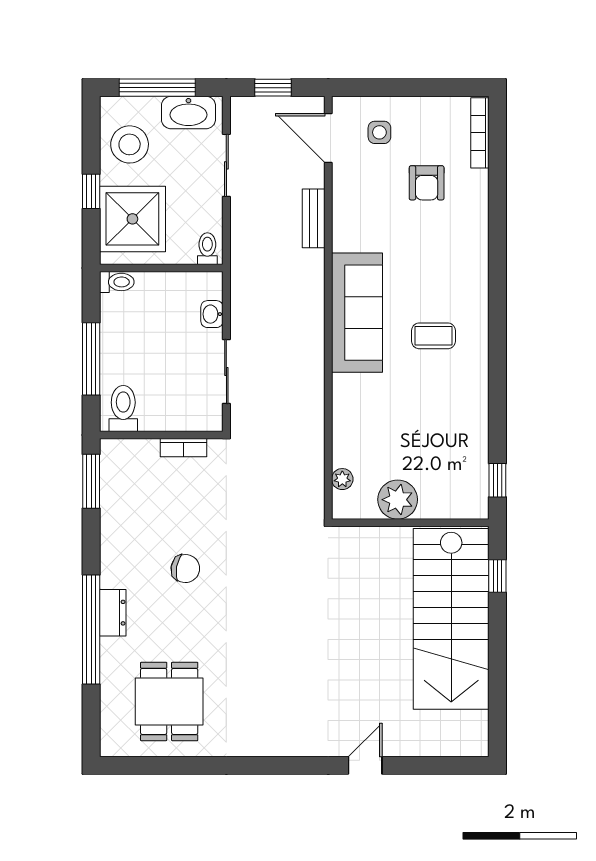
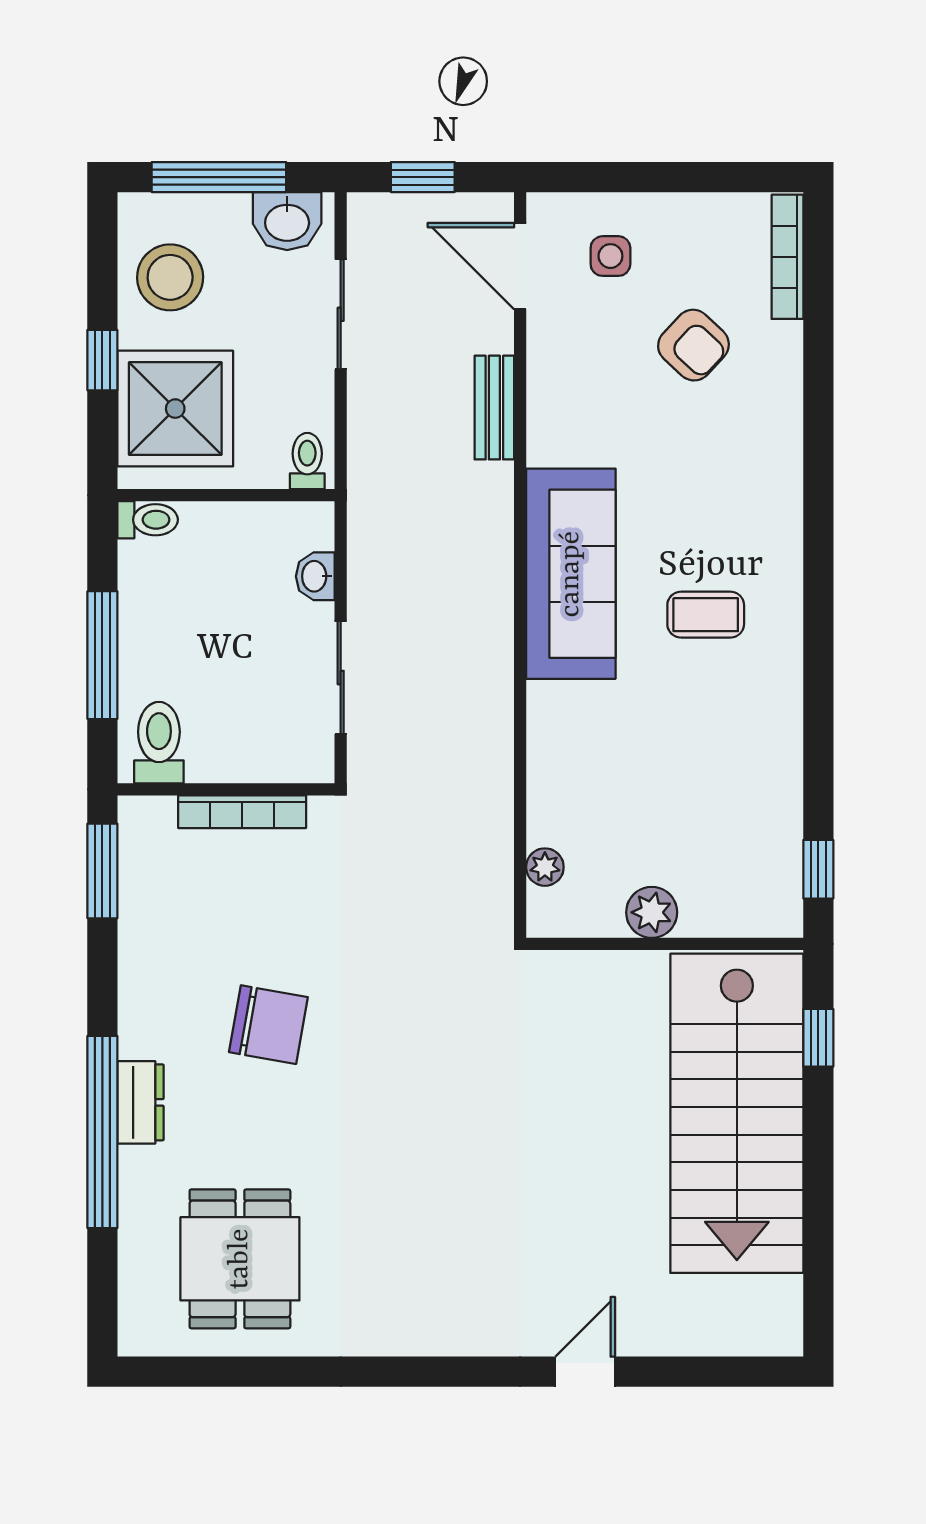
washbasin: (188, 112) -> (287, 221), width x0.72
armchair: (427, 183) -> (693, 345), turned -47
bookcase: (183, 448) -> (242, 812), width x1.56
plant: (398, 500) -> (652, 912), width x0.73, depth x0.73
chair: (185, 569) -> (268, 1025), width x1.37, depth x1.37

